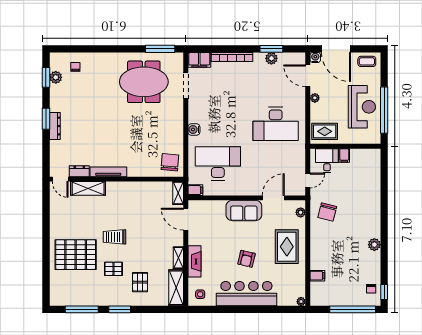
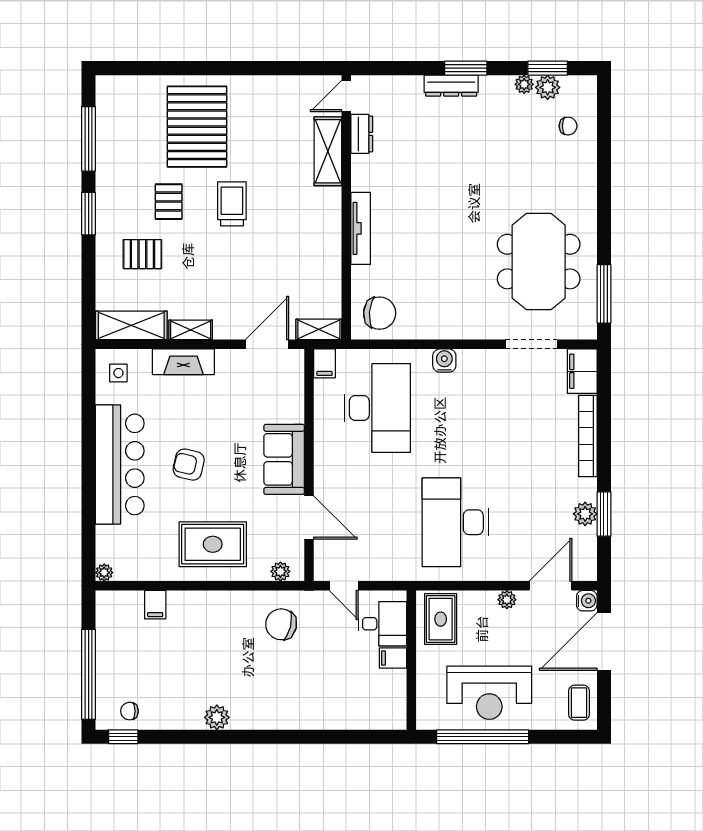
plant: (54, 89) -> (524, 84), added
tv unit: (108, 172) -> (361, 228), moved

